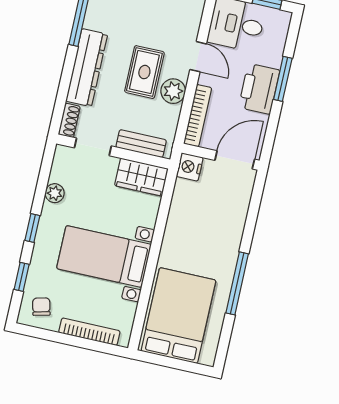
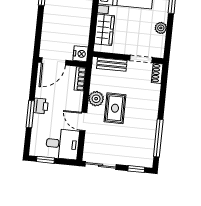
dresser: (87, 68) -> (150, 107), removed
printer: (259, 89) -> (41, 106), width x0.53, depth x0.68
bookcase: (198, 116) -> (80, 79), width x0.64
wardrobe: (141, 177) -> (104, 30), moved, turned 90

